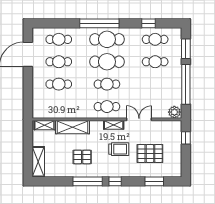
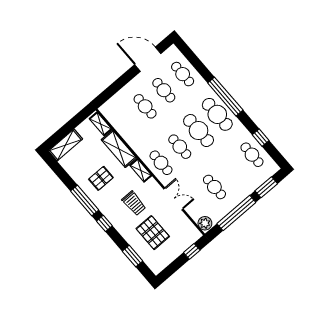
cafe table: (155, 62) -> (214, 187), moved
shelving: (114, 125) -> (141, 170), moved
pallet: (82, 157) -> (101, 178), turned 90

